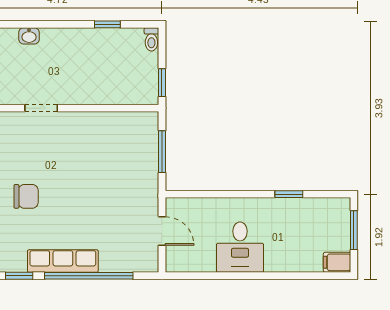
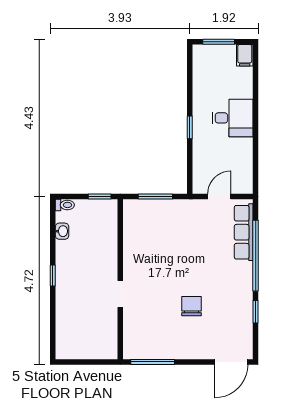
window: (107, 24) -> (53, 275), moved
washbasin: (29, 36) -> (62, 231), moved
window: (289, 194) -> (190, 127), moved
desk: (240, 247) -> (232, 118), moved
row of seats: (63, 261) -> (244, 232), moved

